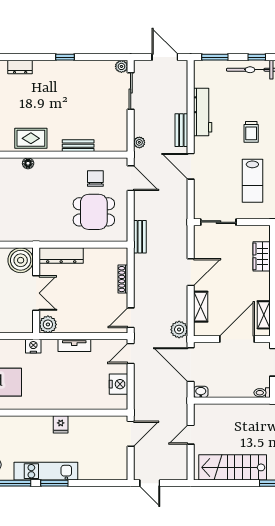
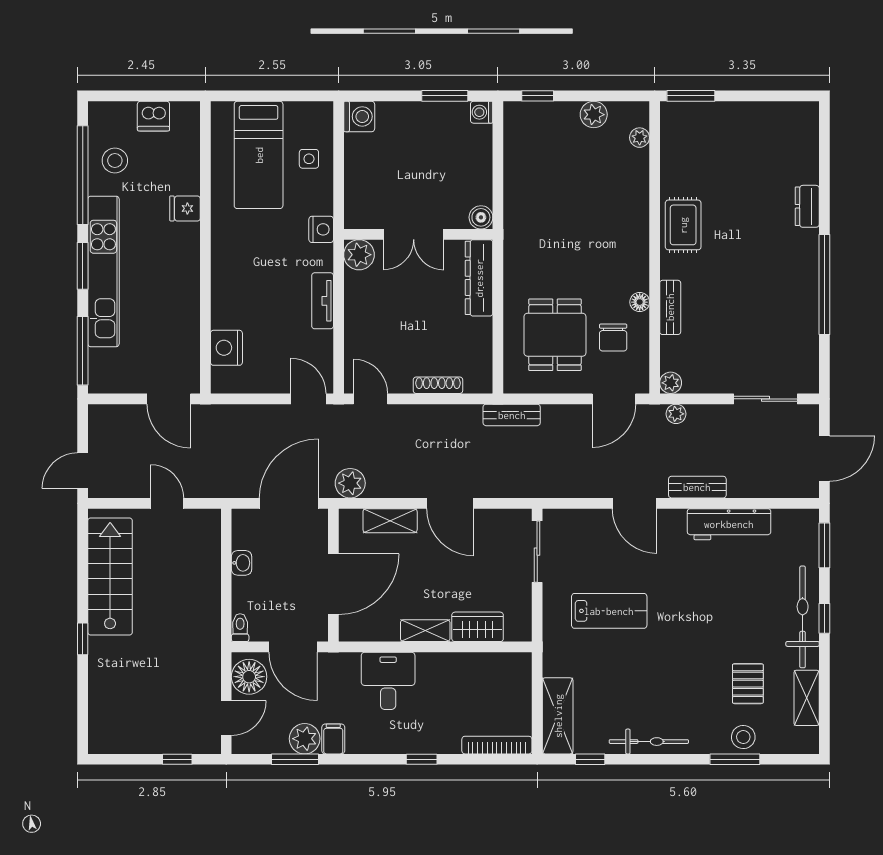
window: (65, 57) -> (824, 285), width x3.17
plant: (121, 66) -> (671, 383), moved
trolley: (251, 132) -> (694, 609), removed
floor lamp: (28, 163) -> (640, 302), moved
door: (191, 166) -> (635, 503), swing flipped
chair: (95, 178) -> (613, 338), turned 90
lab bench: (252, 181) -> (609, 611), turned 180
boiler: (21, 260) -> (481, 217), width x0.54, depth x0.54
shelving: (264, 315) -> (425, 631), moved
door: (237, 339) -> (333, 584), hinge flipped
nightstand: (119, 384) -> (226, 348), moved, turned 90
washbasin: (201, 392) -> (242, 563), moved
fridge: (61, 424) -> (185, 208), moved
kitchen unit: (46, 471) -> (103, 271), width x1.36
window: (103, 483) -> (83, 351), added
door: (150, 483) -> (83, 471), moved

